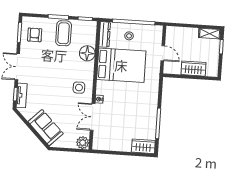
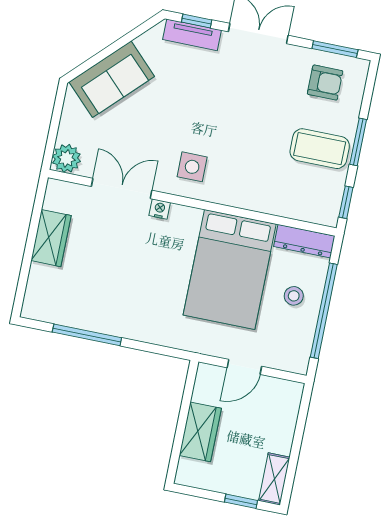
floor lamp: (87, 53) -> (267, 196), removed
wardrobe: (143, 146) -> (51, 238), moved

